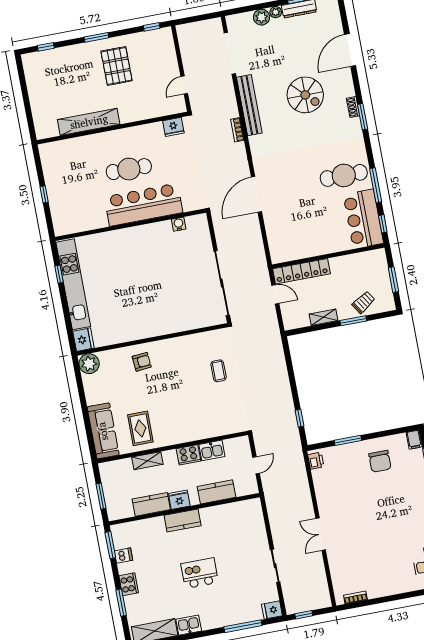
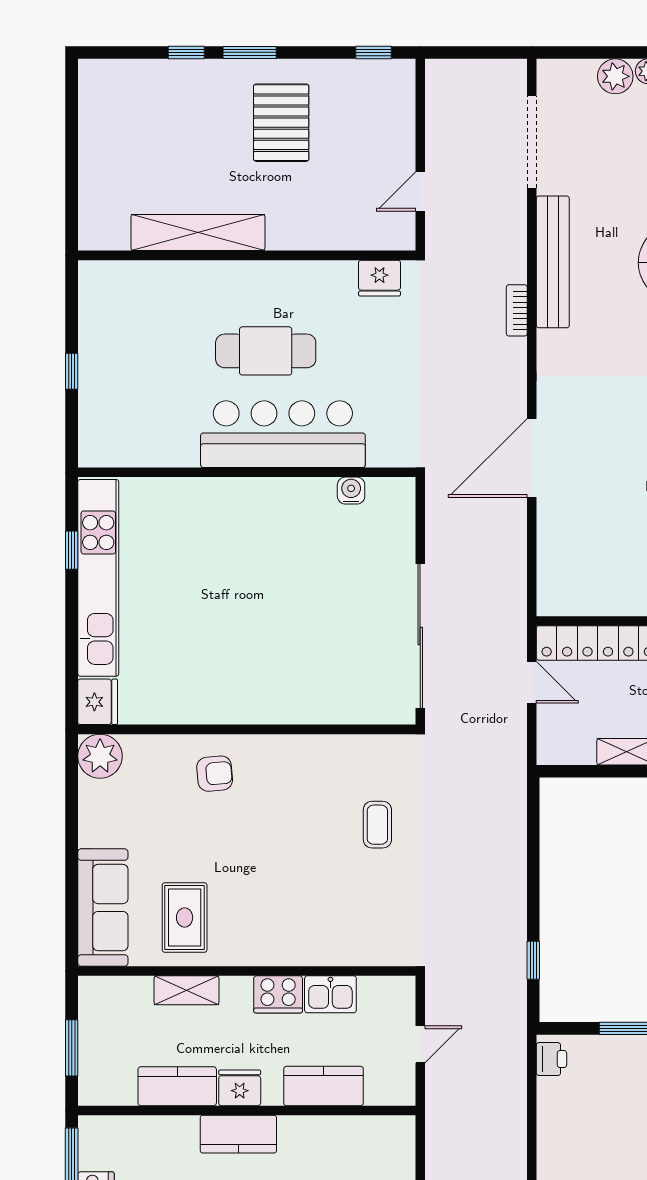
window: (46, 47) -> (186, 52), moved

